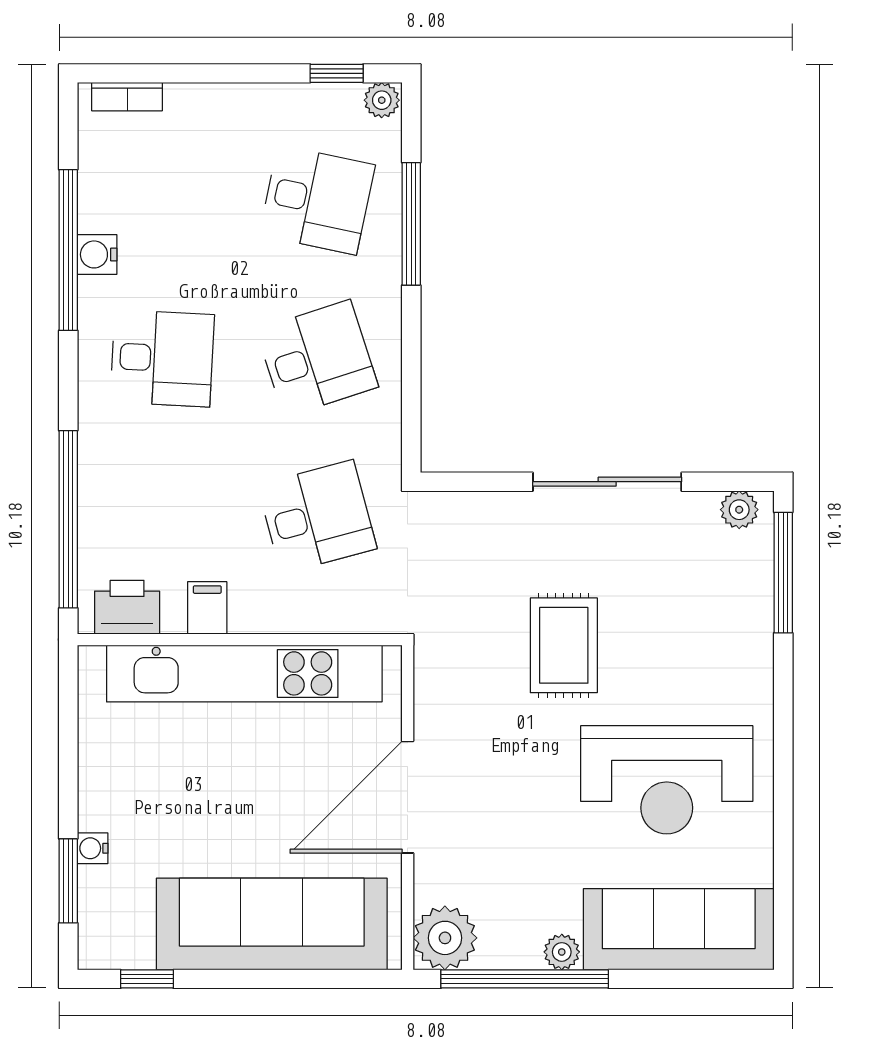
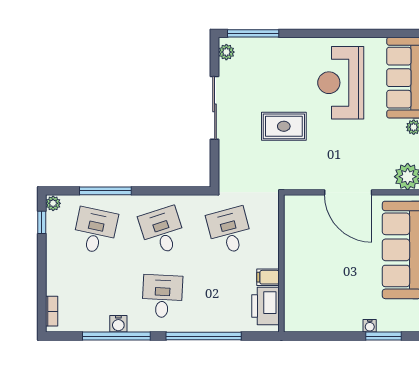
window: (68, 519) -> (204, 336), moved
printer: (127, 607) -> (265, 306), width x1.37, depth x1.19
kitchen unit: (244, 673) -> (296, 262), removed
reception desk: (667, 780) -> (341, 83), turned 180

